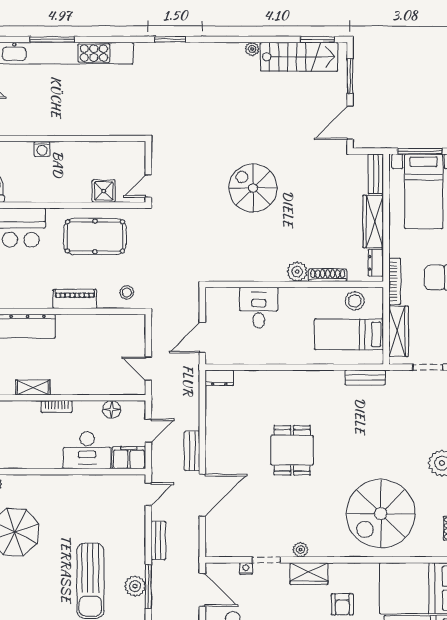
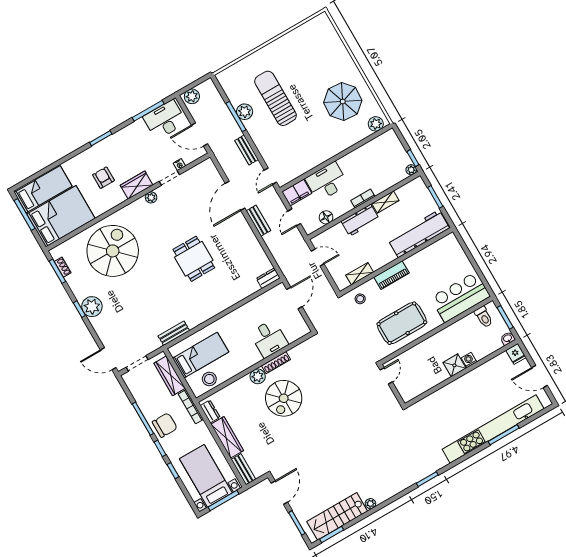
spiral stairs: (253, 188) -> (284, 398), moved, turned 90
shower: (104, 191) -> (454, 365), moved
shoe rack: (328, 275) -> (276, 363), moved
shelving: (111, 322) -> (360, 274), added
workbench: (74, 383) -> (360, 220), added

